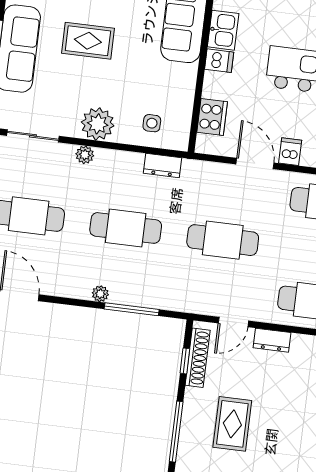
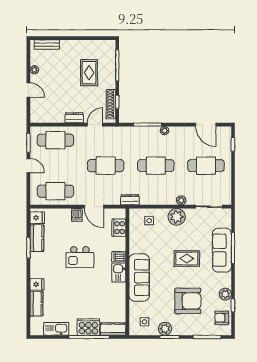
dresser: (163, 166) -> (130, 200), moved

